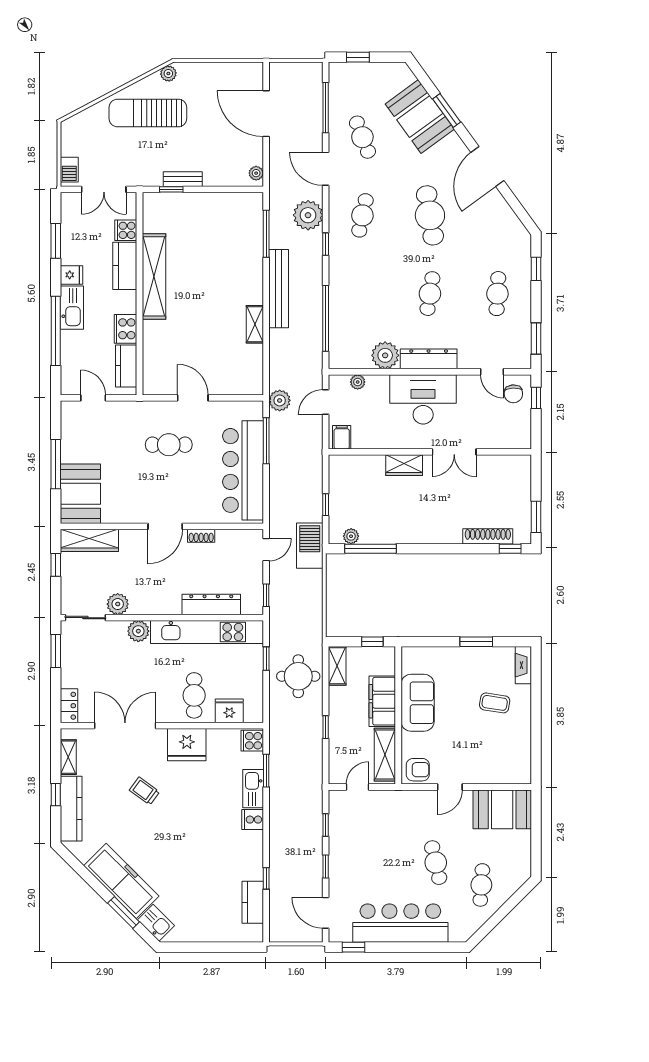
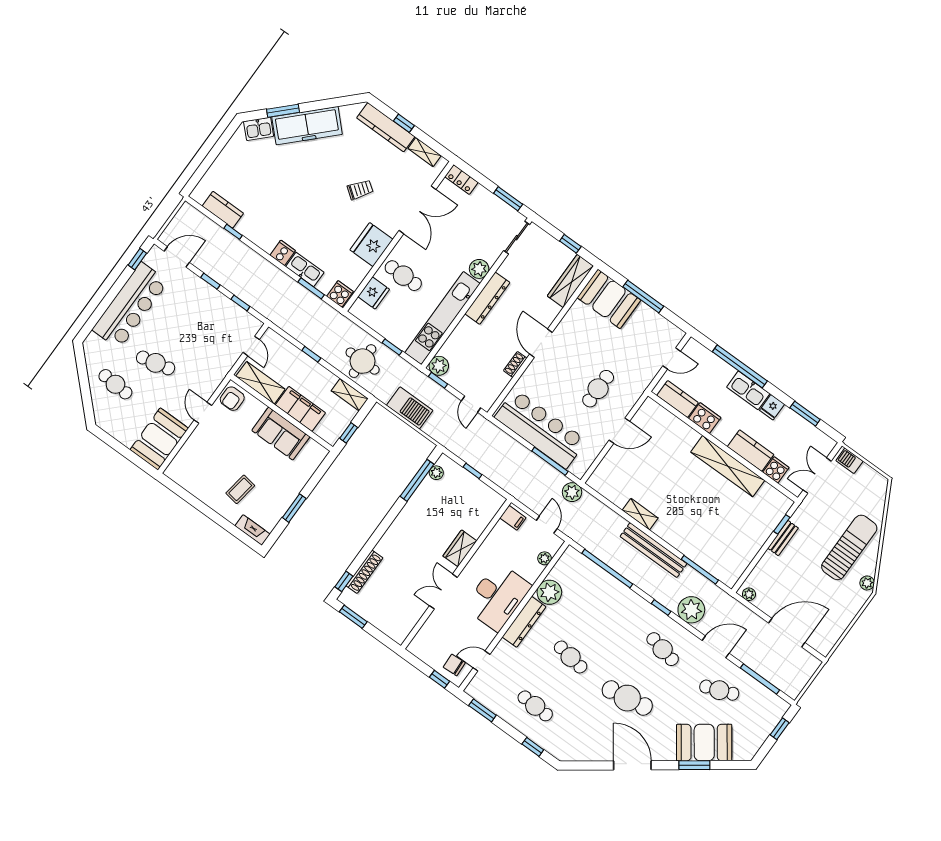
barbecue: (310, 546) -> (410, 408), moved
plant: (118, 604) -> (439, 366), moved
dresser: (211, 604) -> (487, 298), moved

